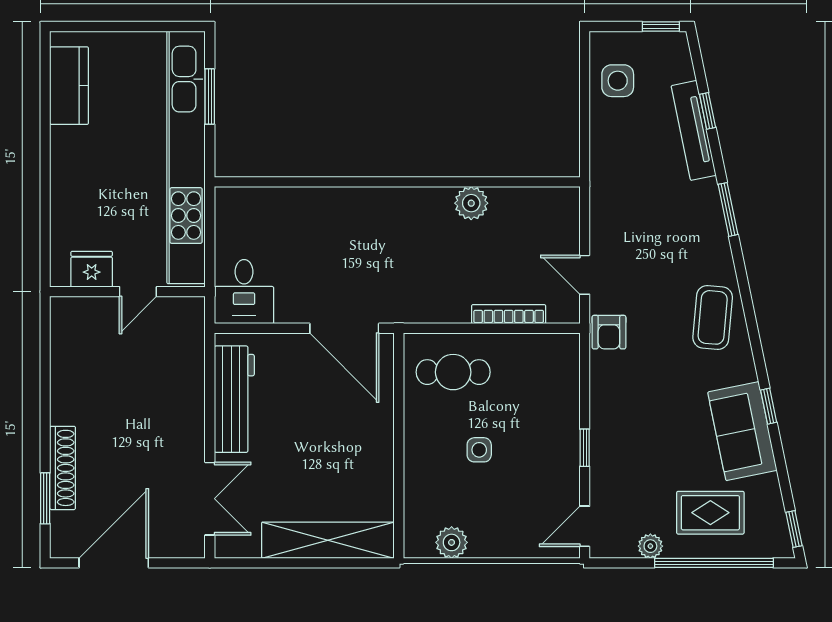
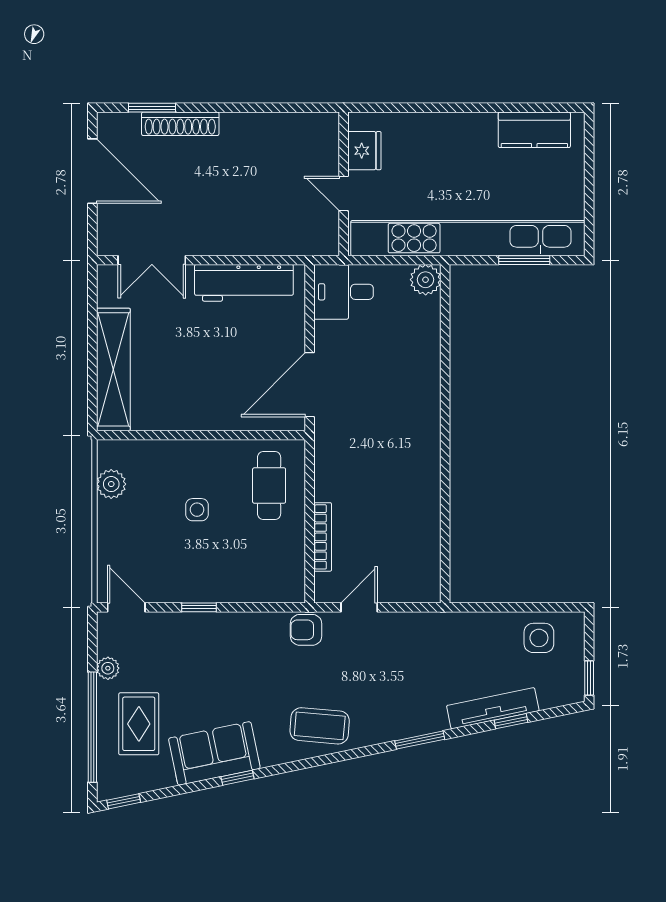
plant: (471, 203) -> (426, 280), moved

